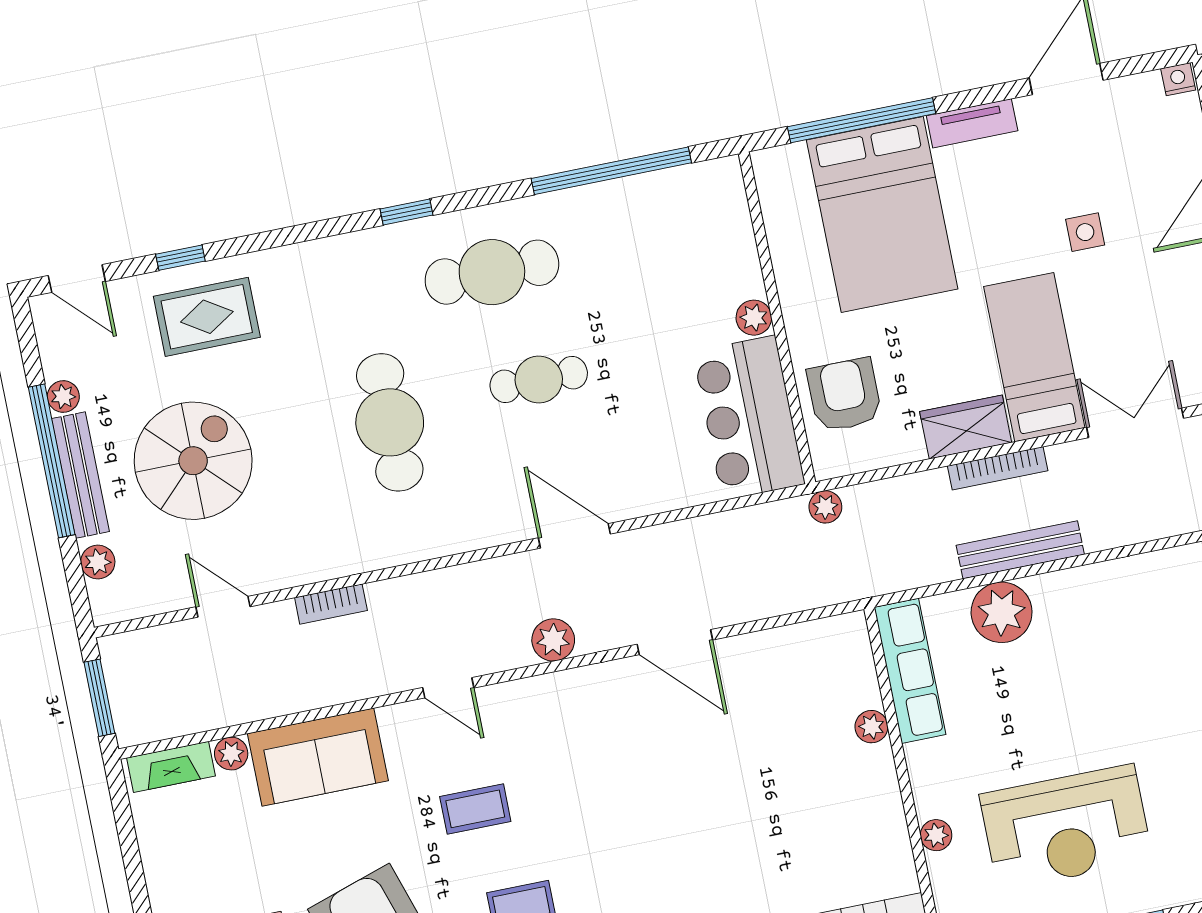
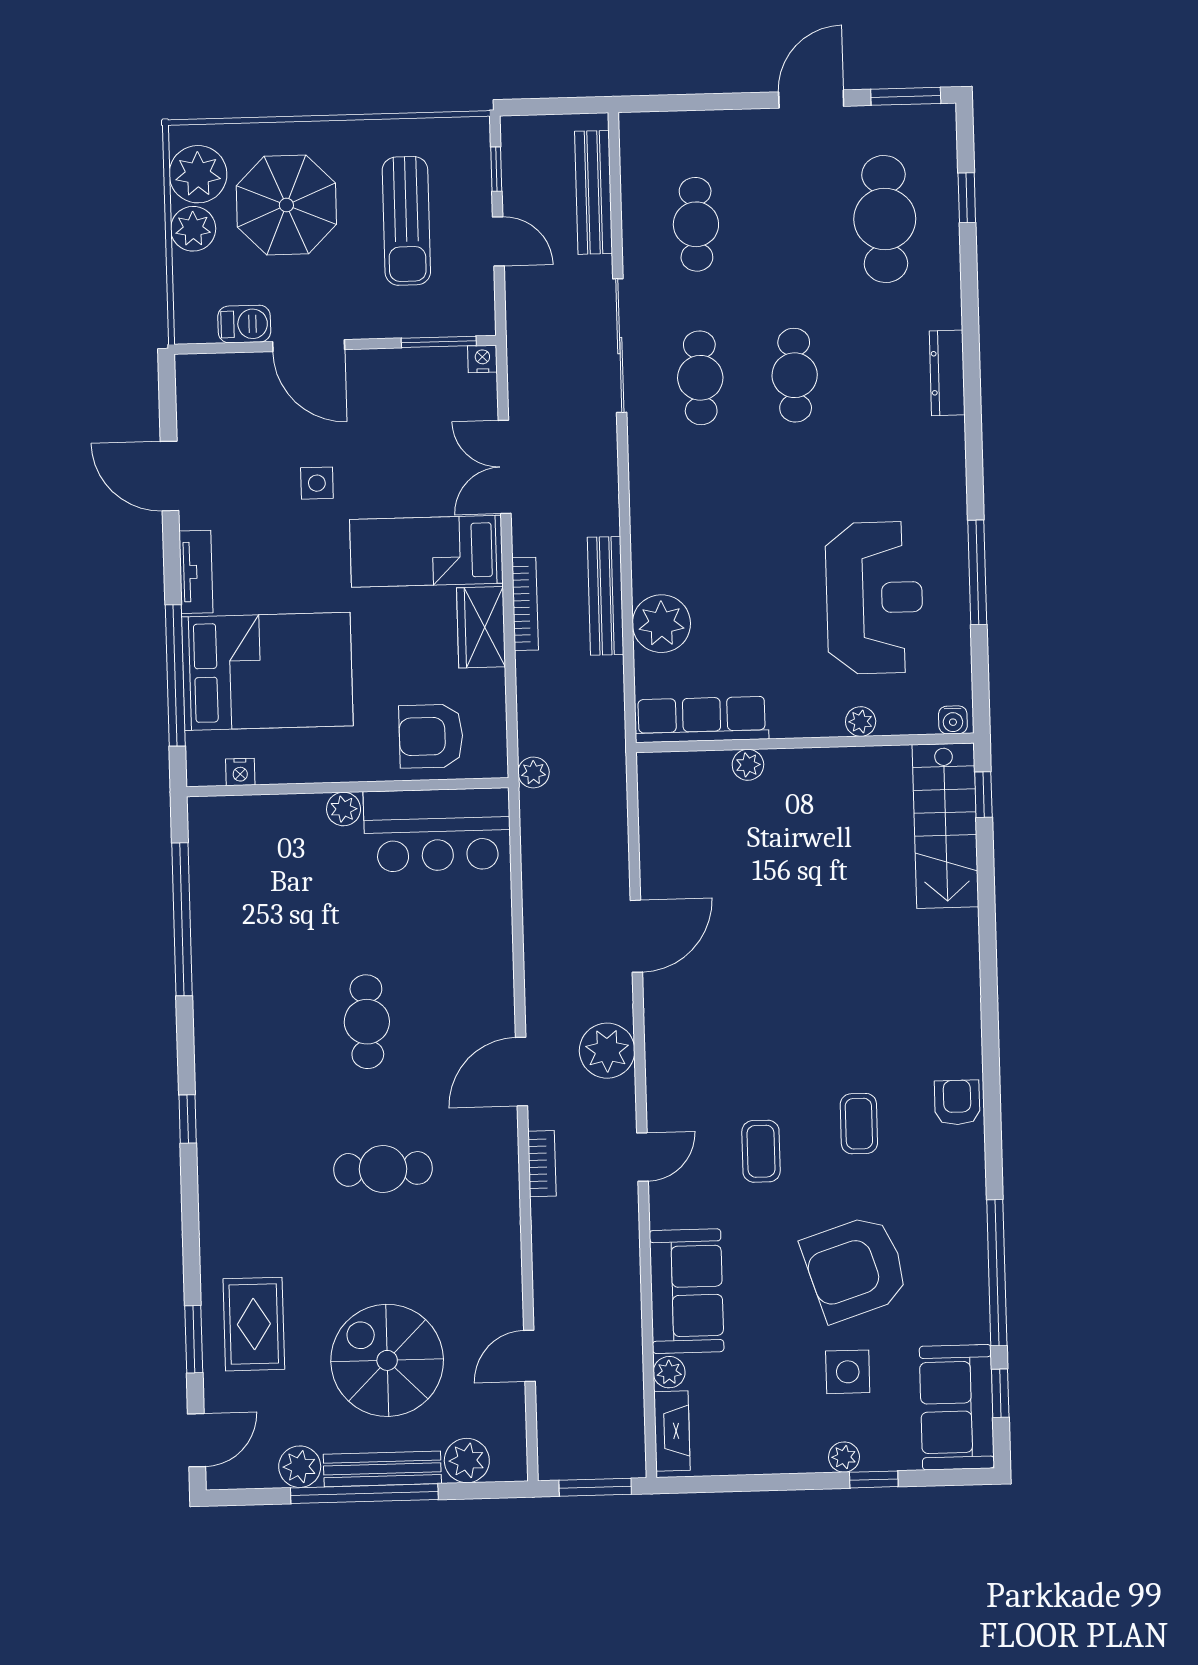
nightstand: (1178, 79) -> (240, 772), moved, turned -90
window: (180, 258) -> (194, 1339), width x1.50
cafe table: (492, 272) -> (258, 1048), removed
plant: (63, 397) -> (300, 1467), width x1.38, depth x1.38
cafe table: (390, 422) -> (383, 1169), width x0.73, depth x0.74
door: (574, 536) -> (522, 1072), moved
plant: (98, 562) -> (467, 1461), width x1.38, depth x1.38
bookcase: (331, 604) -> (542, 1164), moved
plant: (553, 640) -> (607, 1051), width x1.36, depth x1.36

